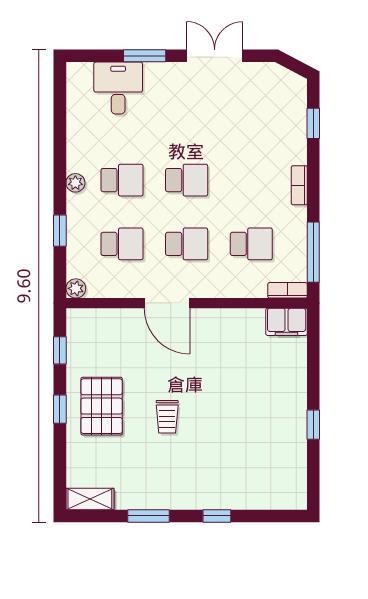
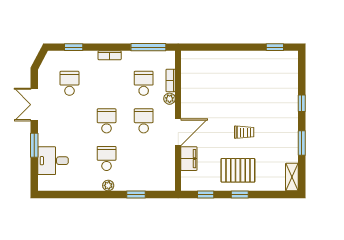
school desk: (122, 244) -> (69, 83), moved
plant: (76, 288) -> (170, 99), moved
bookcase: (288, 290) -> (171, 80), moved
filing cabinet: (287, 322) -> (189, 159), moved
window: (313, 425) -> (275, 47), moved

